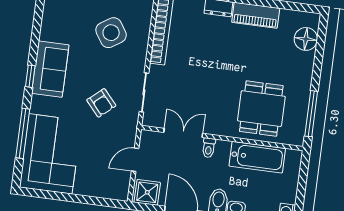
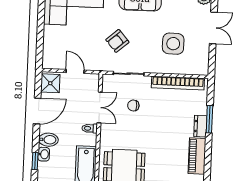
side table: (111, 33) -> (173, 44), turned 34
chair: (185, 90) -> (133, 105), added

